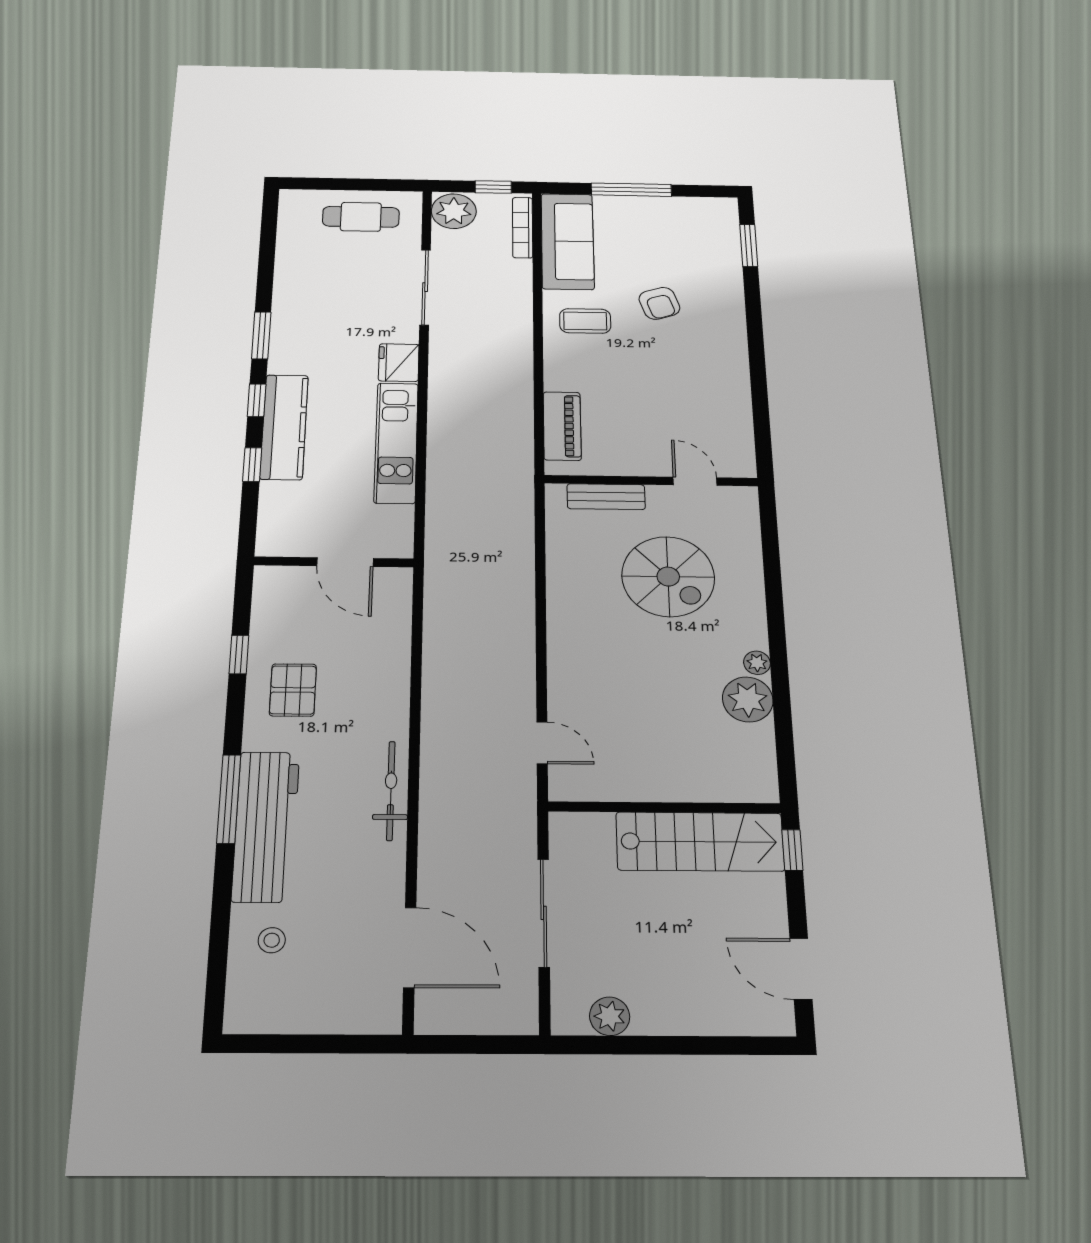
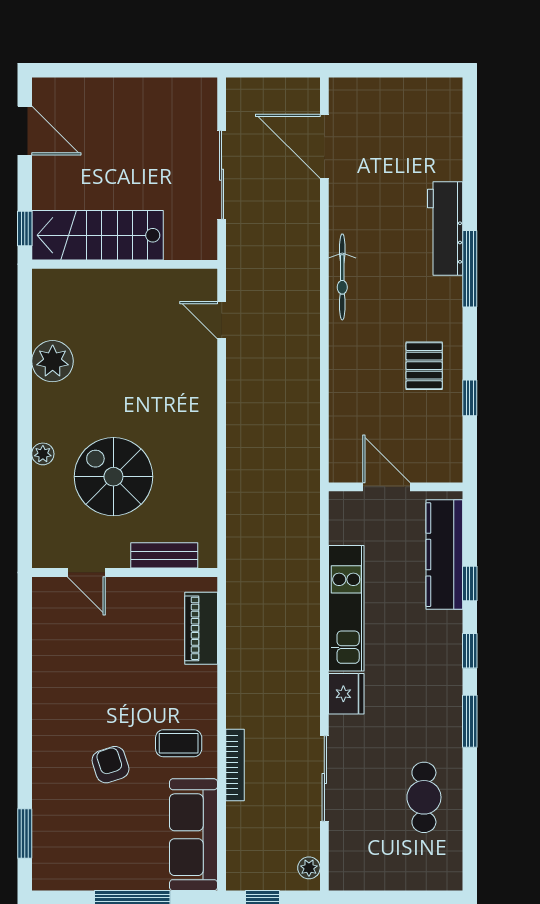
plant: (454, 211) -> (309, 868), width x0.53, depth x0.53
cafe table: (361, 217) -> (424, 797), moved, turned 90
bookcase: (523, 228) -> (235, 765), moved
kitchen counter: (284, 427) -> (444, 555), moved
plant: (757, 663) -> (43, 454), moved
workbench: (266, 826) -> (445, 228), width x0.73, depth x0.76
stool: (272, 940) -> (430, 151), removed
plant: (610, 1016) -> (172, 92), removed

